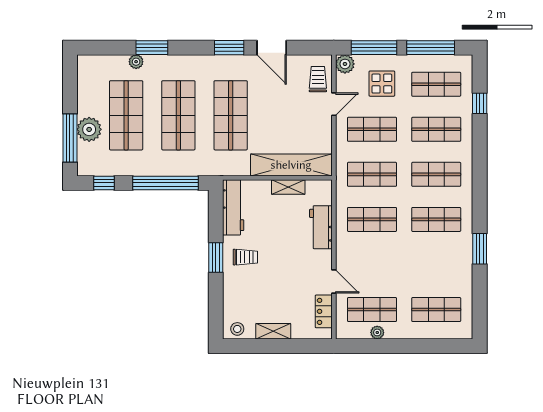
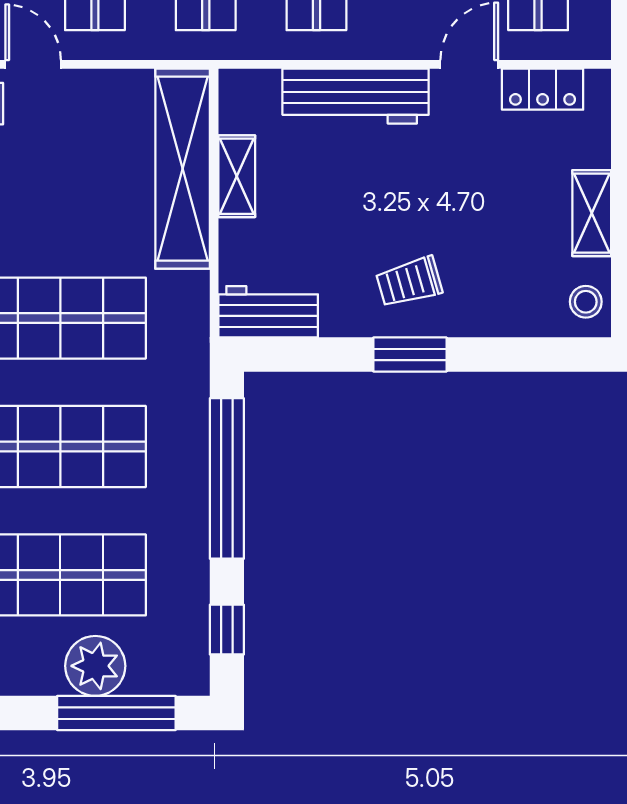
workbench: (233, 207) -> (268, 312), width x0.73
workbench: (321, 227) -> (356, 96), width x1.37
trolley: (245, 257) -> (409, 282), turned -106

